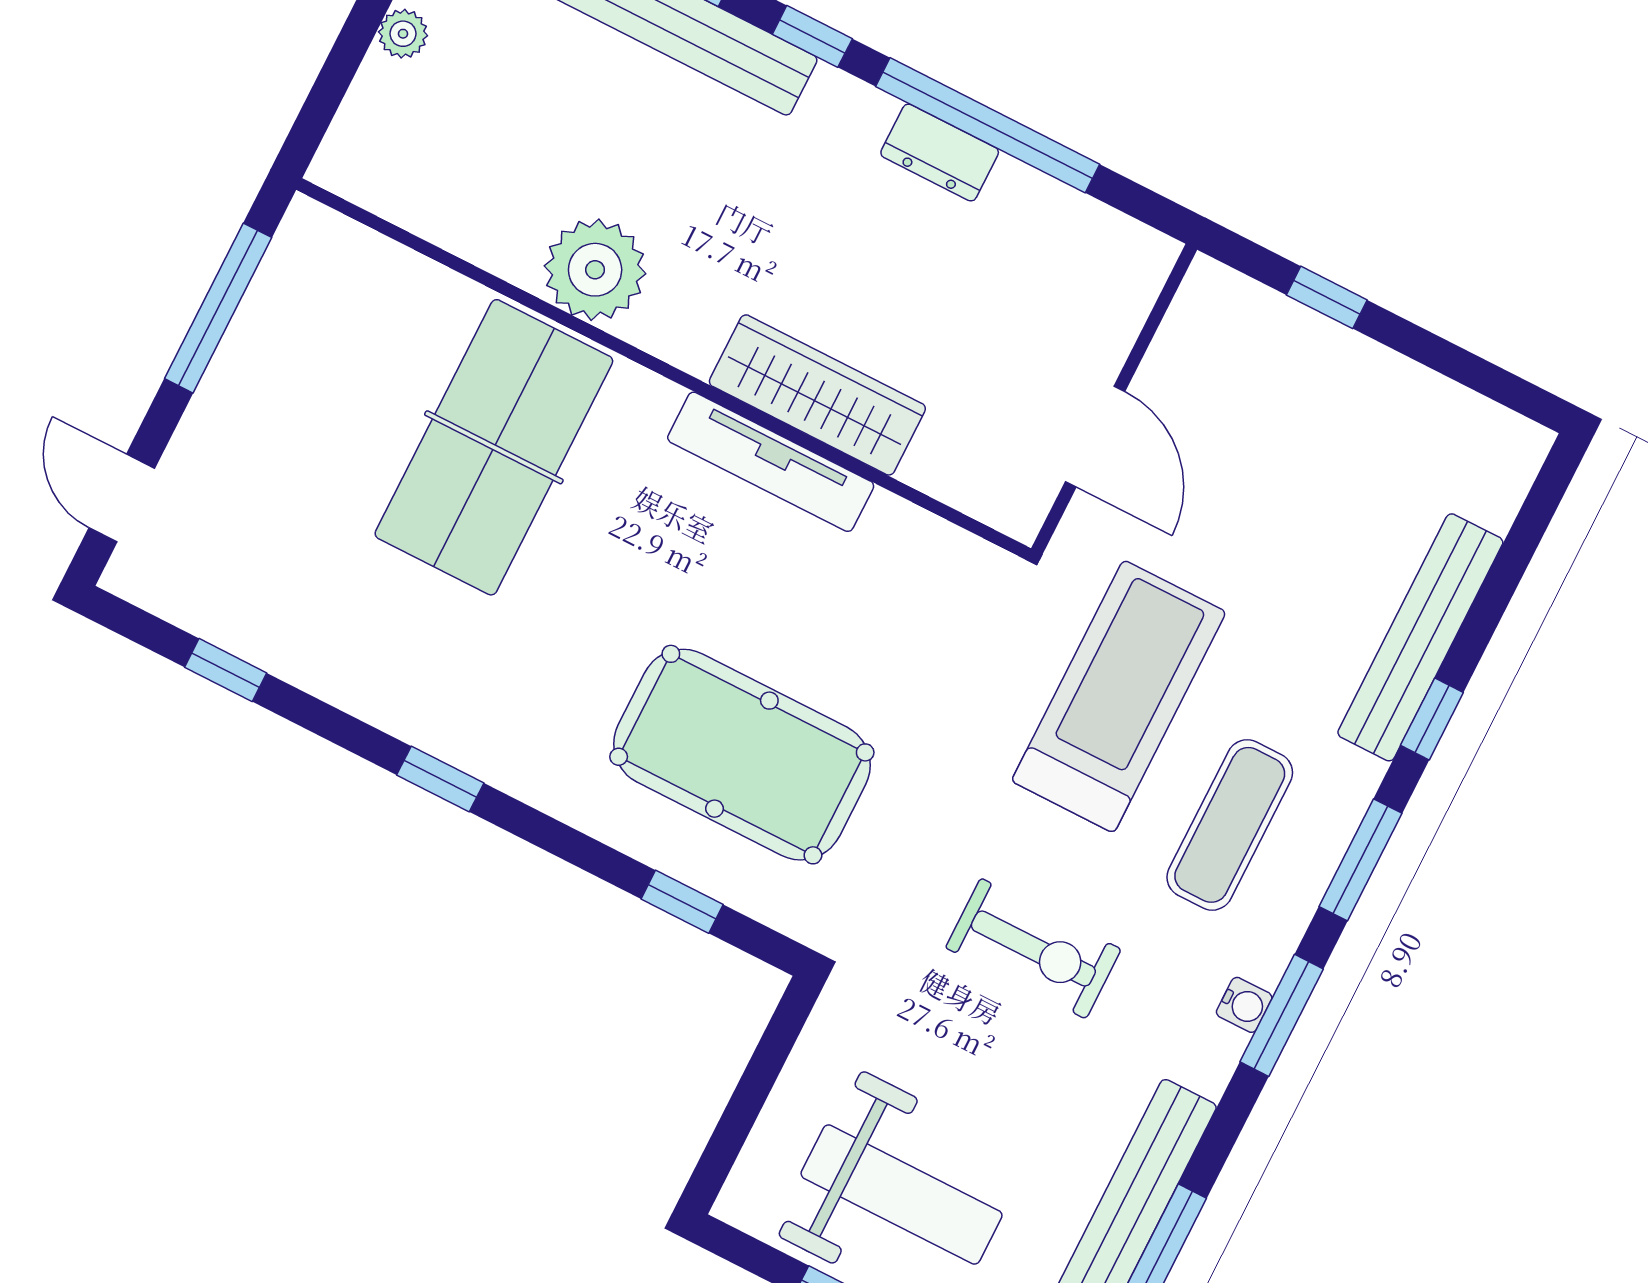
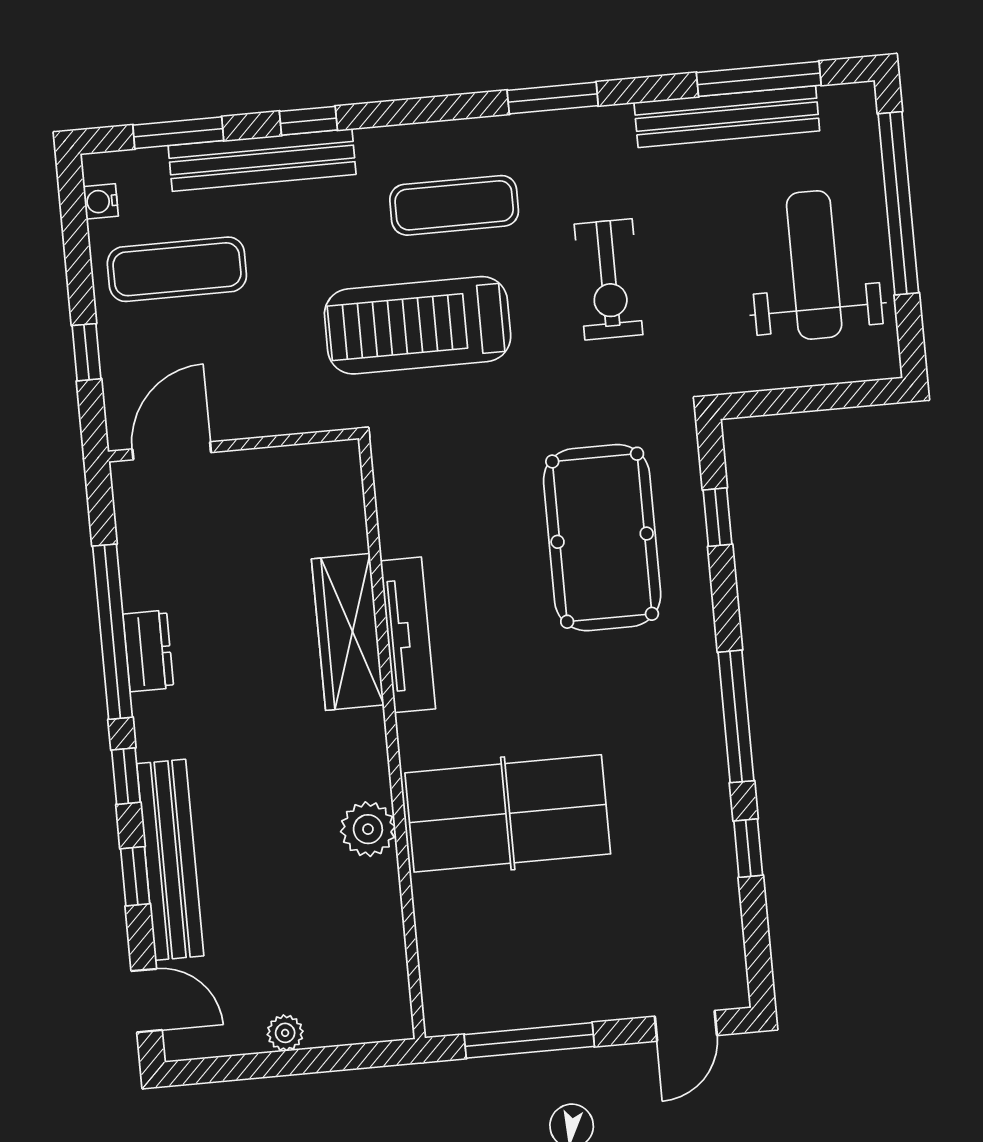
plant: (595, 270) -> (368, 829), width x0.73, depth x0.73
door: (1095, 437) -> (172, 451), moved
exercise mat: (1357, 461) -> (177, 269), added
window: (226, 670) -> (748, 848), moved
window: (440, 779) -> (736, 716), width x2.17
window: (1360, 860) -> (178, 133), moved
exercise bike: (1033, 949) -> (609, 279), turned 180
water cooler: (1244, 1005) -> (101, 201), moved, turned -90

